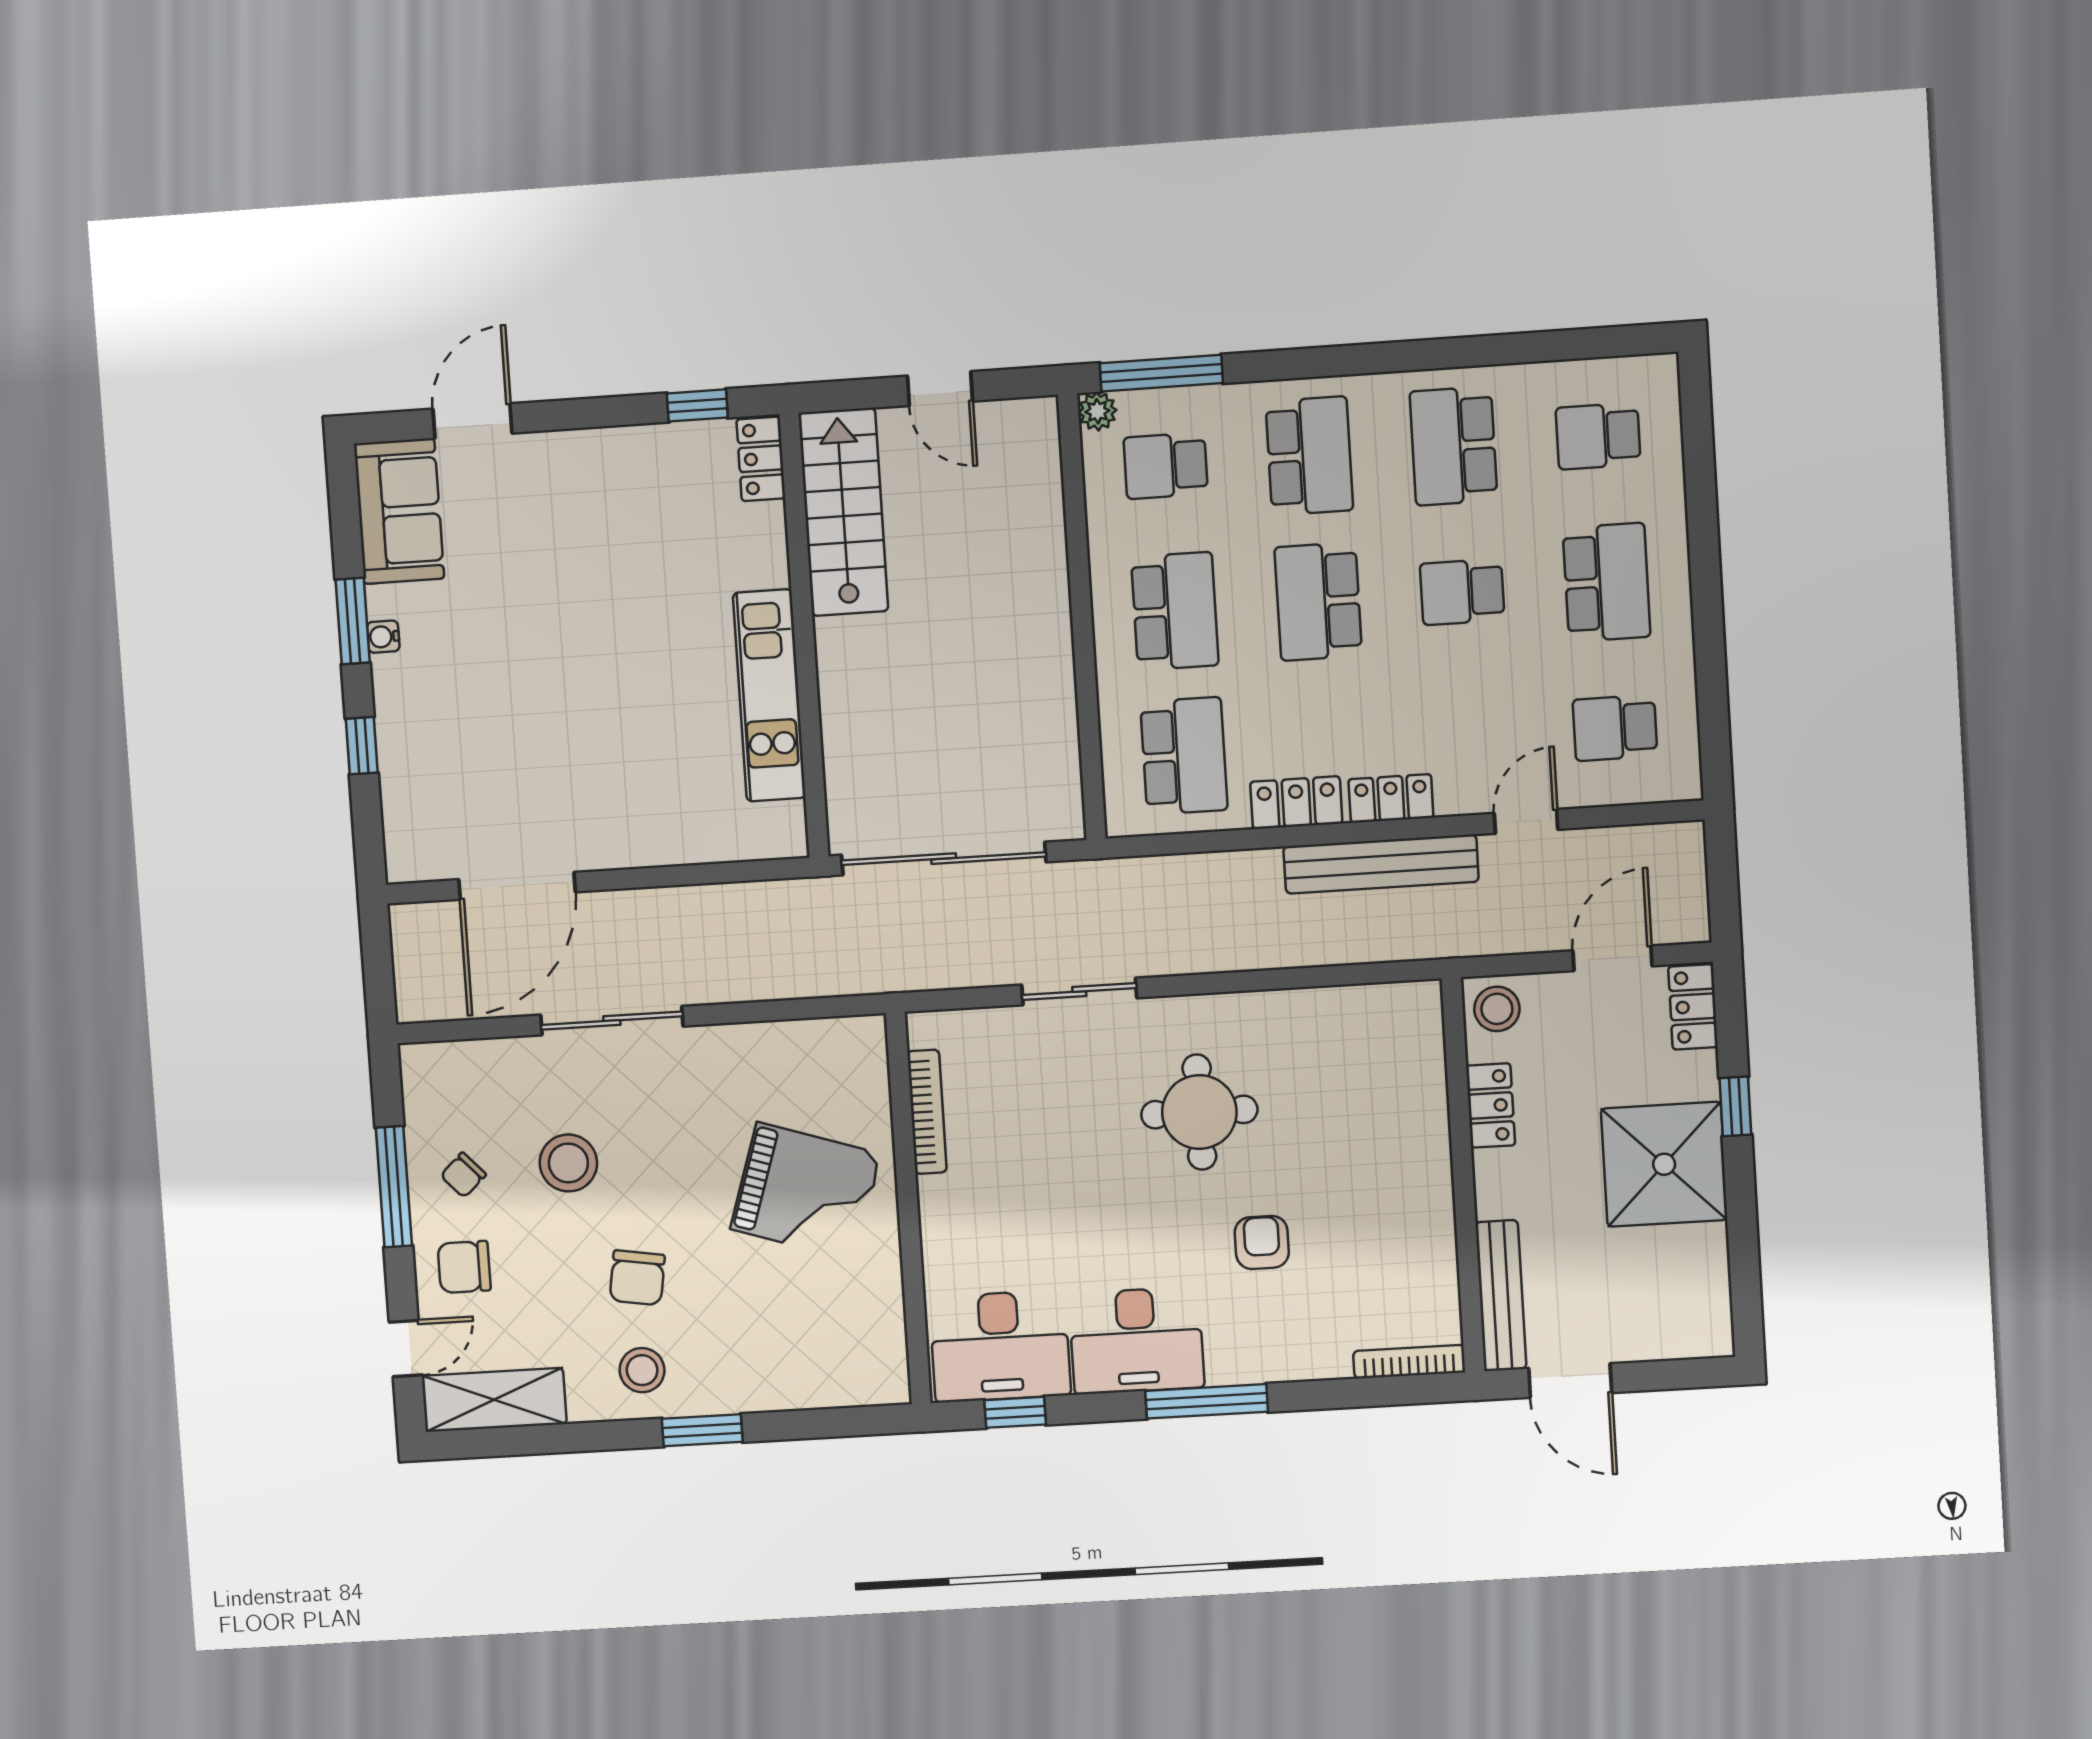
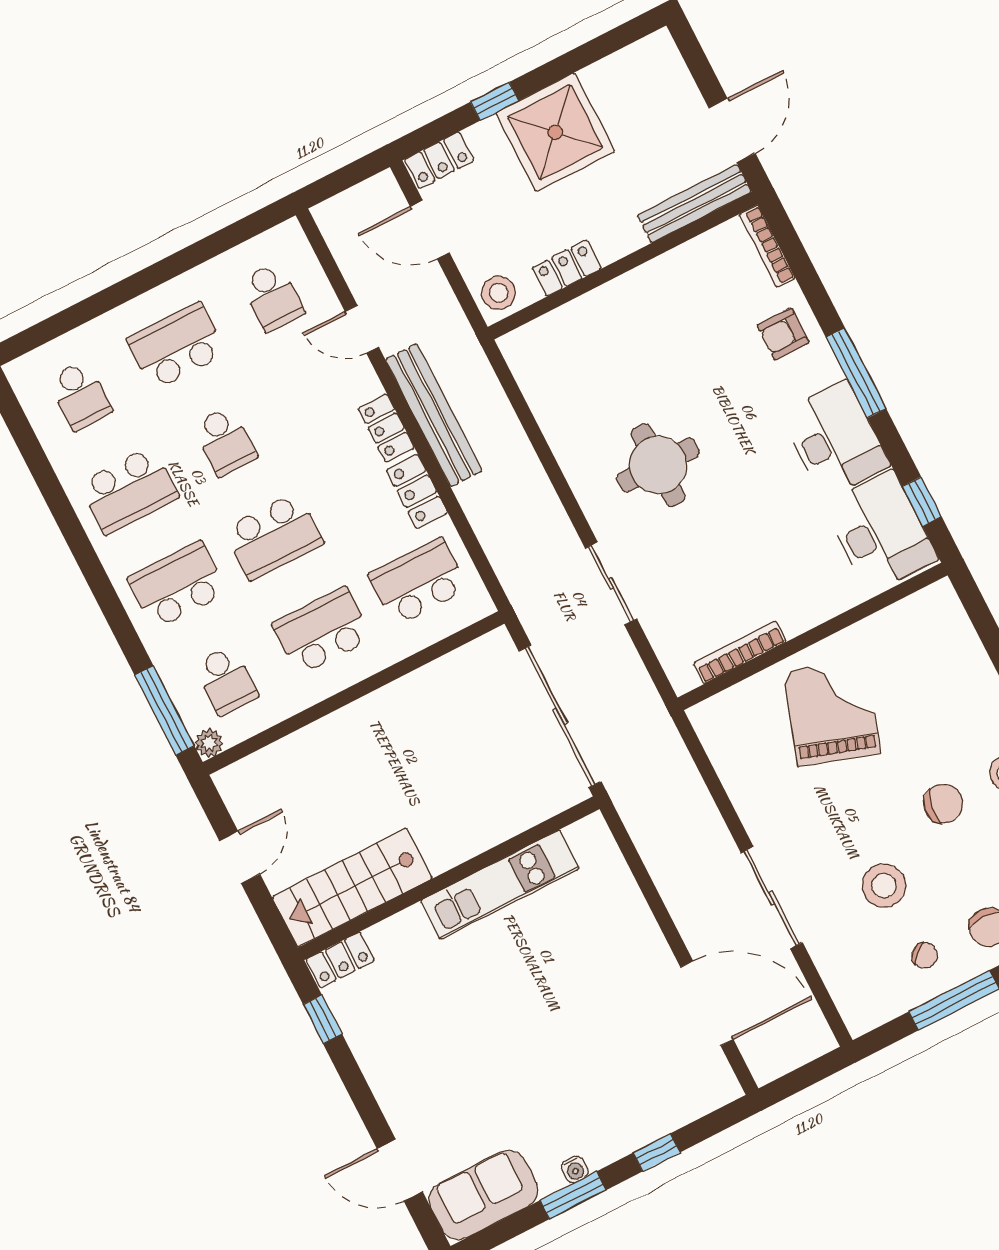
armchair: (1262, 1242) -> (783, 334), moved

